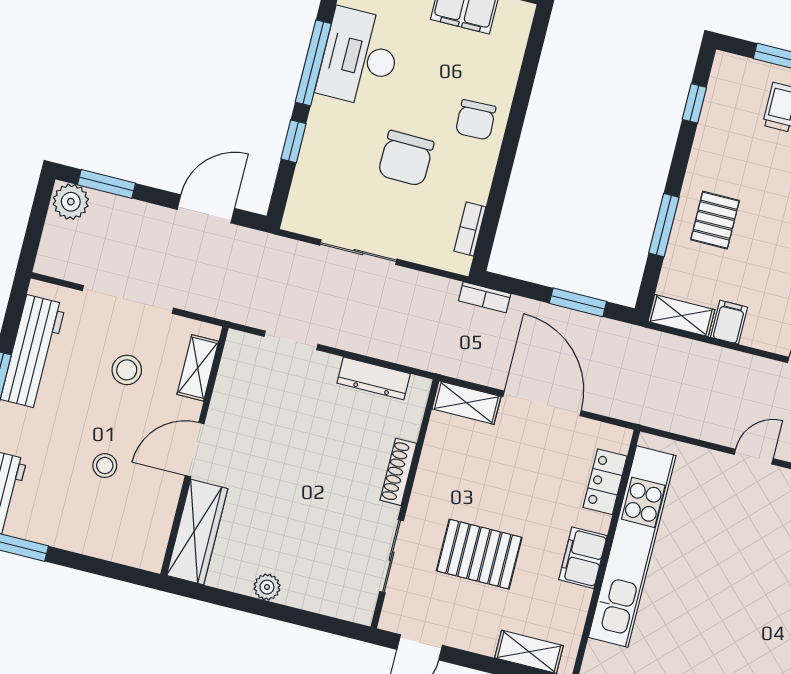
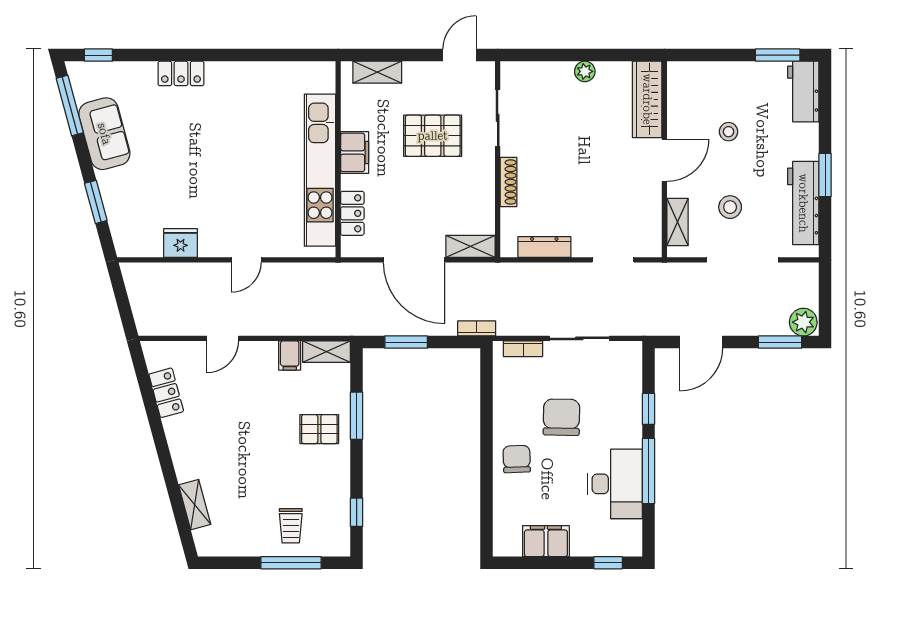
pallet: (715, 220) -> (319, 429), turned 90
bookcase: (470, 229) -> (523, 349), moved, turned 90

